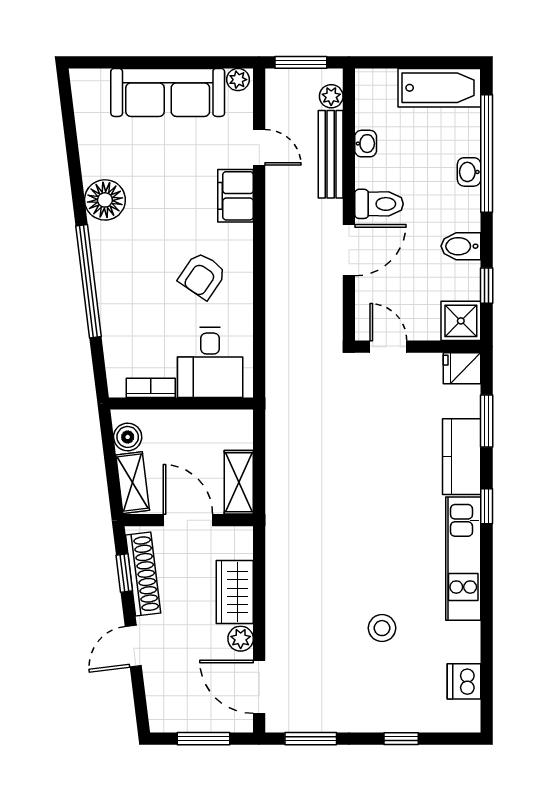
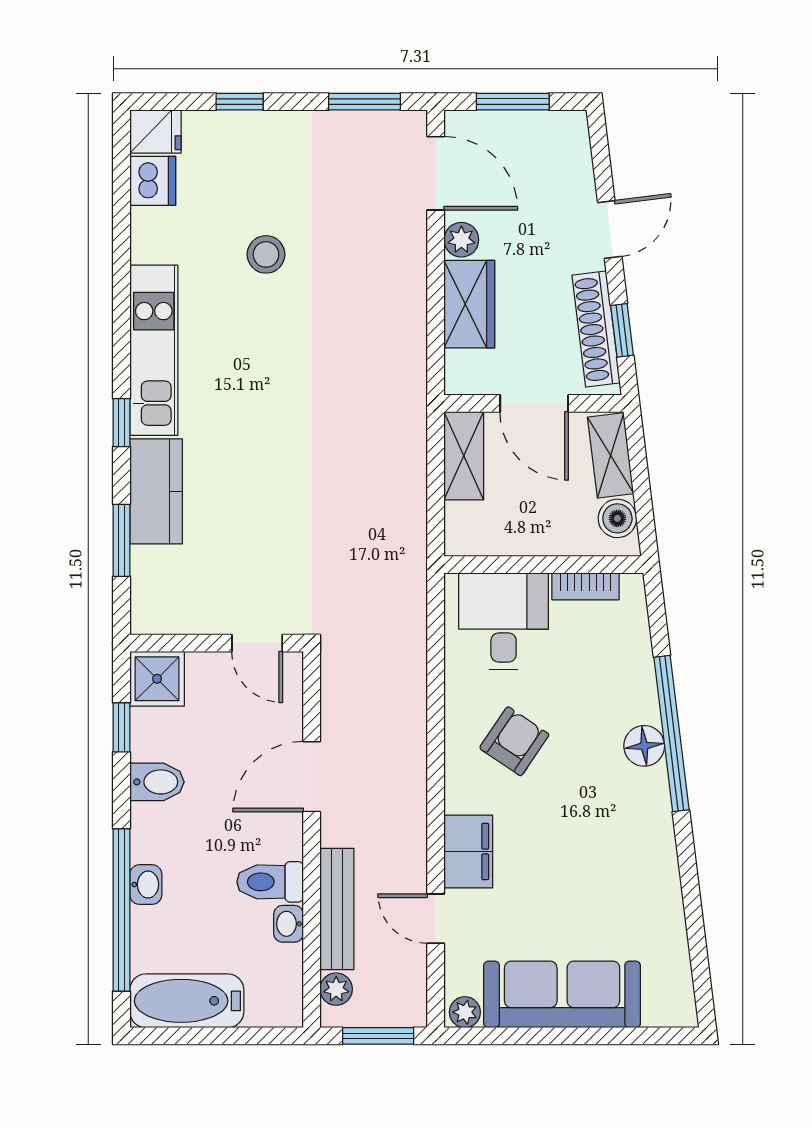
floor lamp: (105, 200) -> (644, 746), moved, width x0.73, depth x0.73
toilet: (379, 204) -> (270, 882), moved
fridge: (462, 368) -> (156, 131), moved

